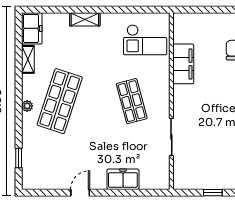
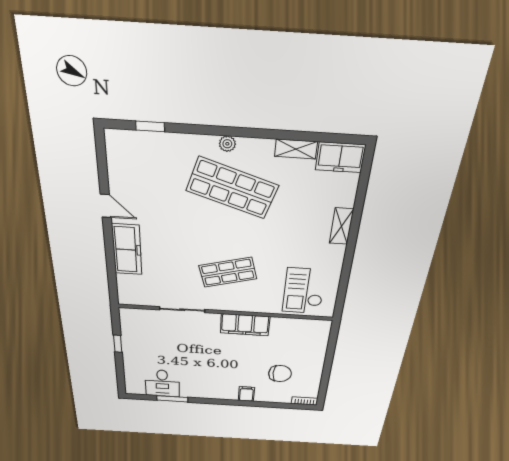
filing cabinet: (183, 64) -> (245, 325), moved
freezer: (123, 179) -> (127, 250), width x1.40

